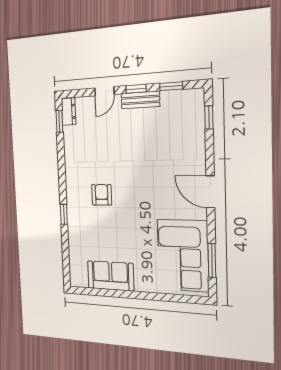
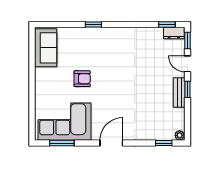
window: (171, 86) -> (187, 41), moved
plant: (198, 95) -> (180, 135), added
armchair: (102, 195) -> (82, 79), moved
sofa: (111, 276) -> (46, 48), moved

